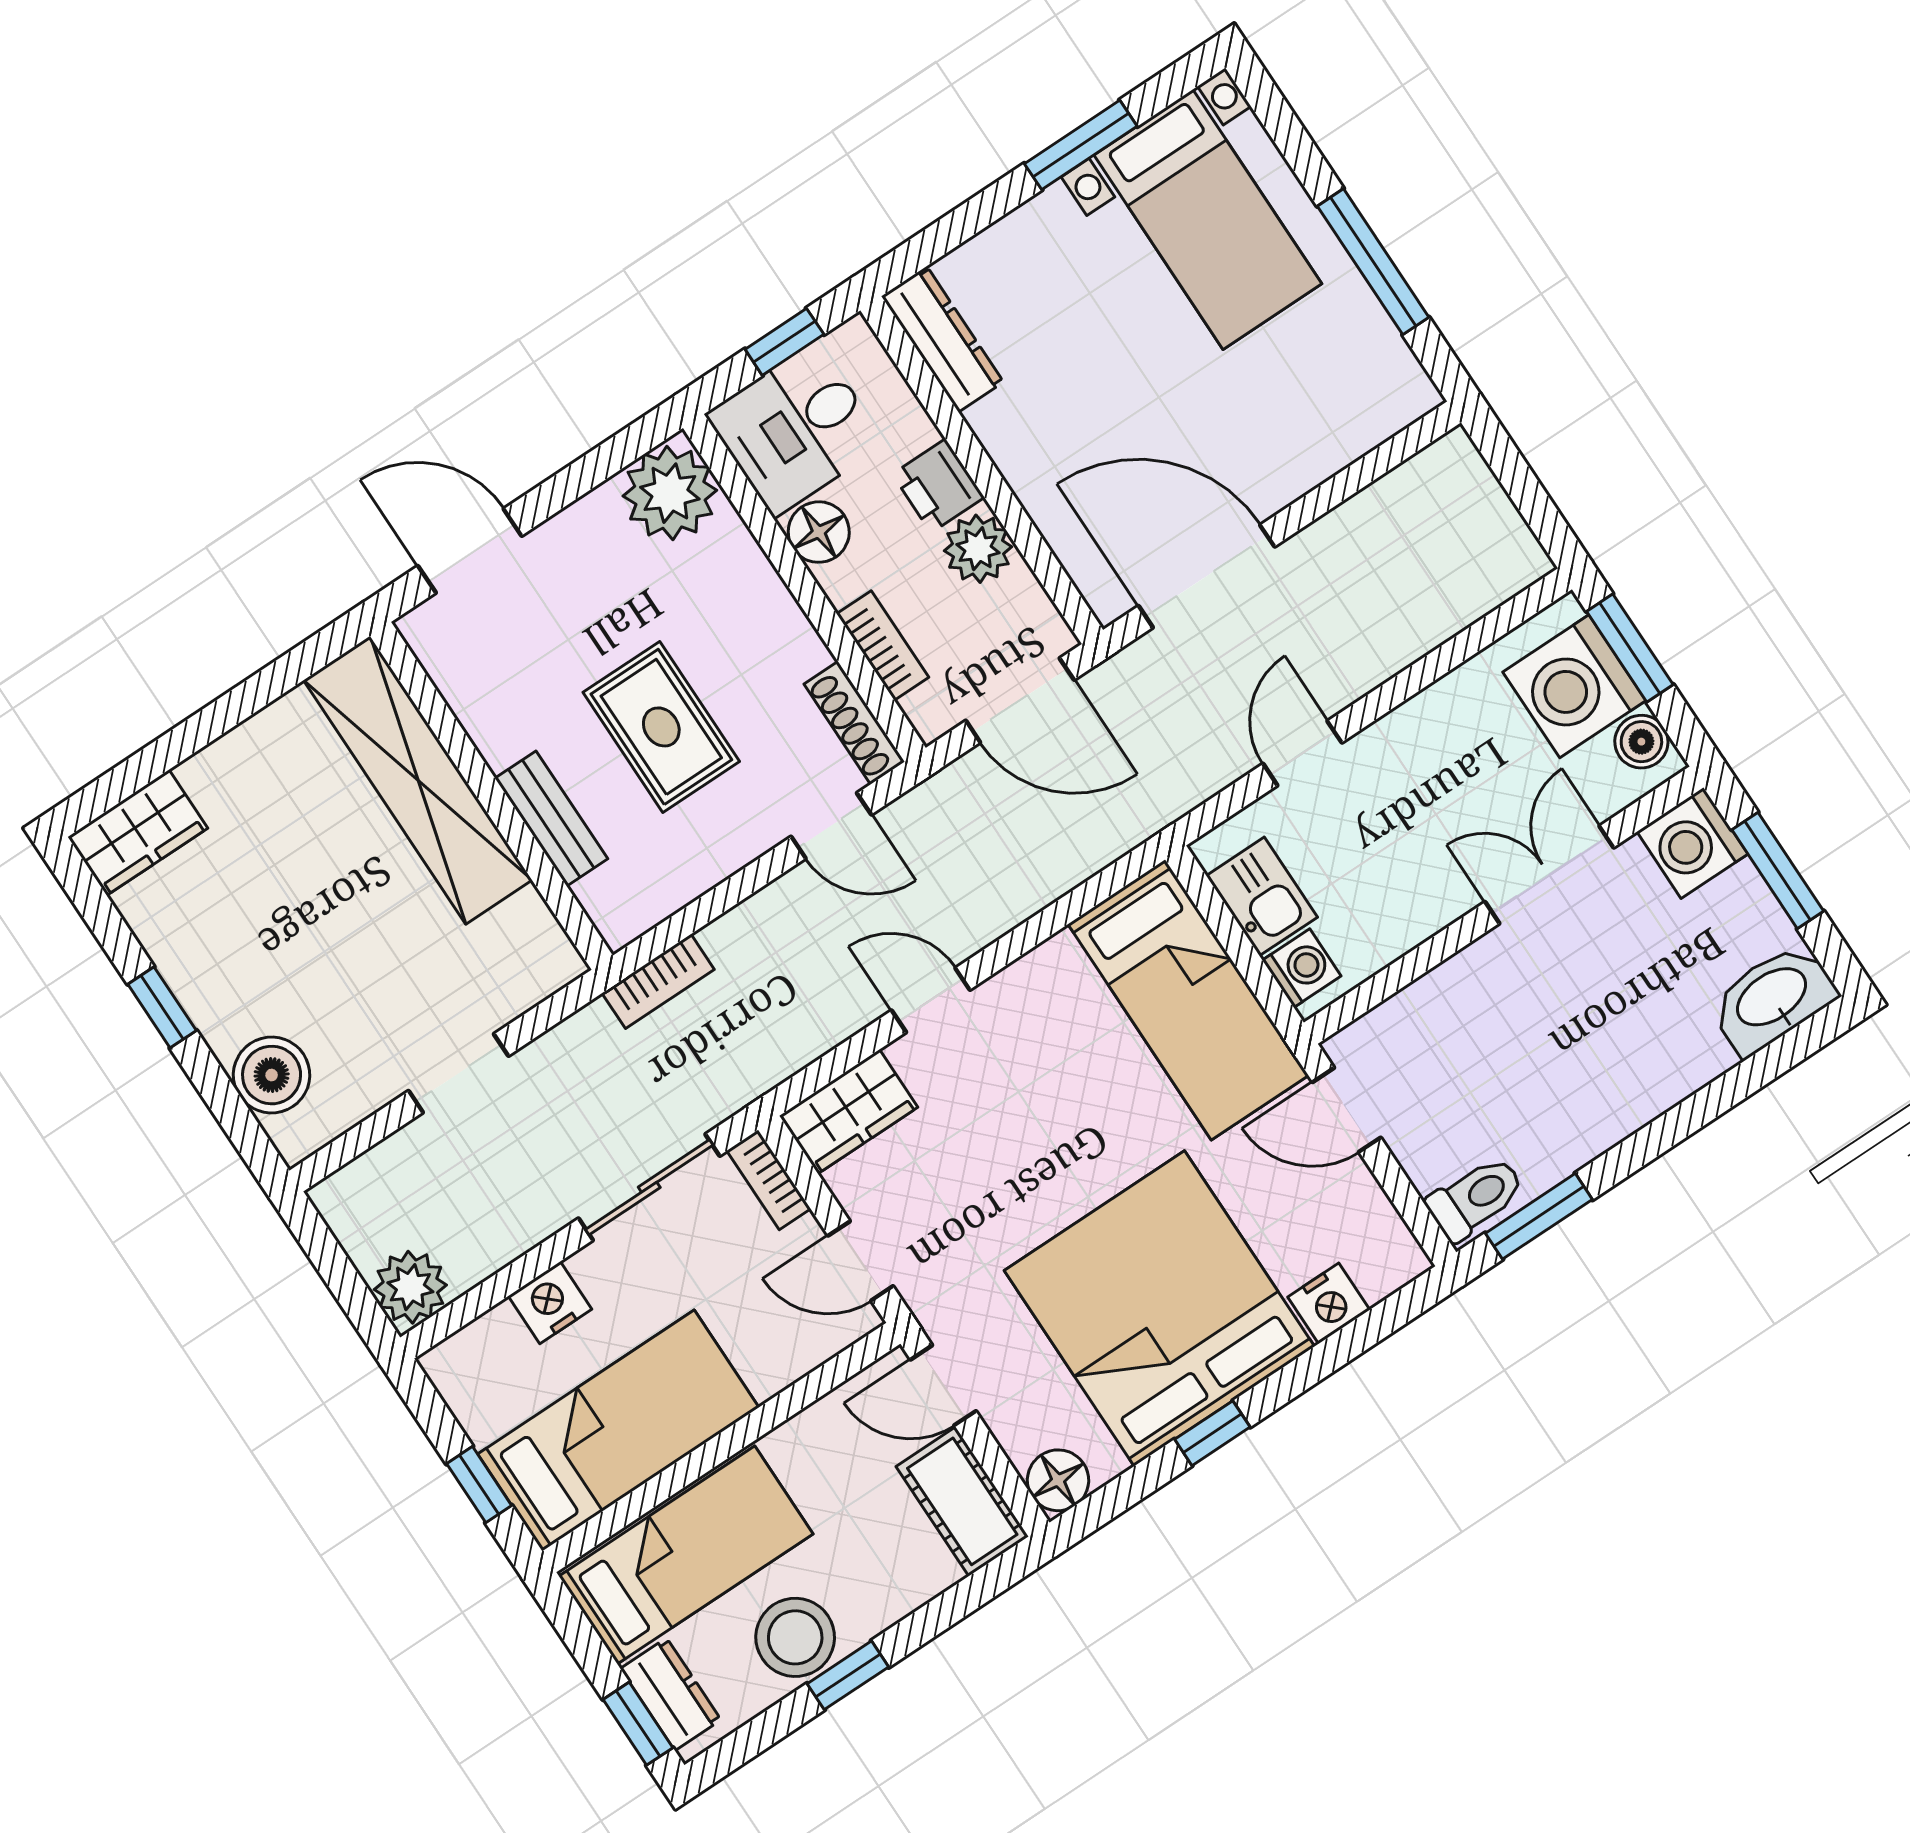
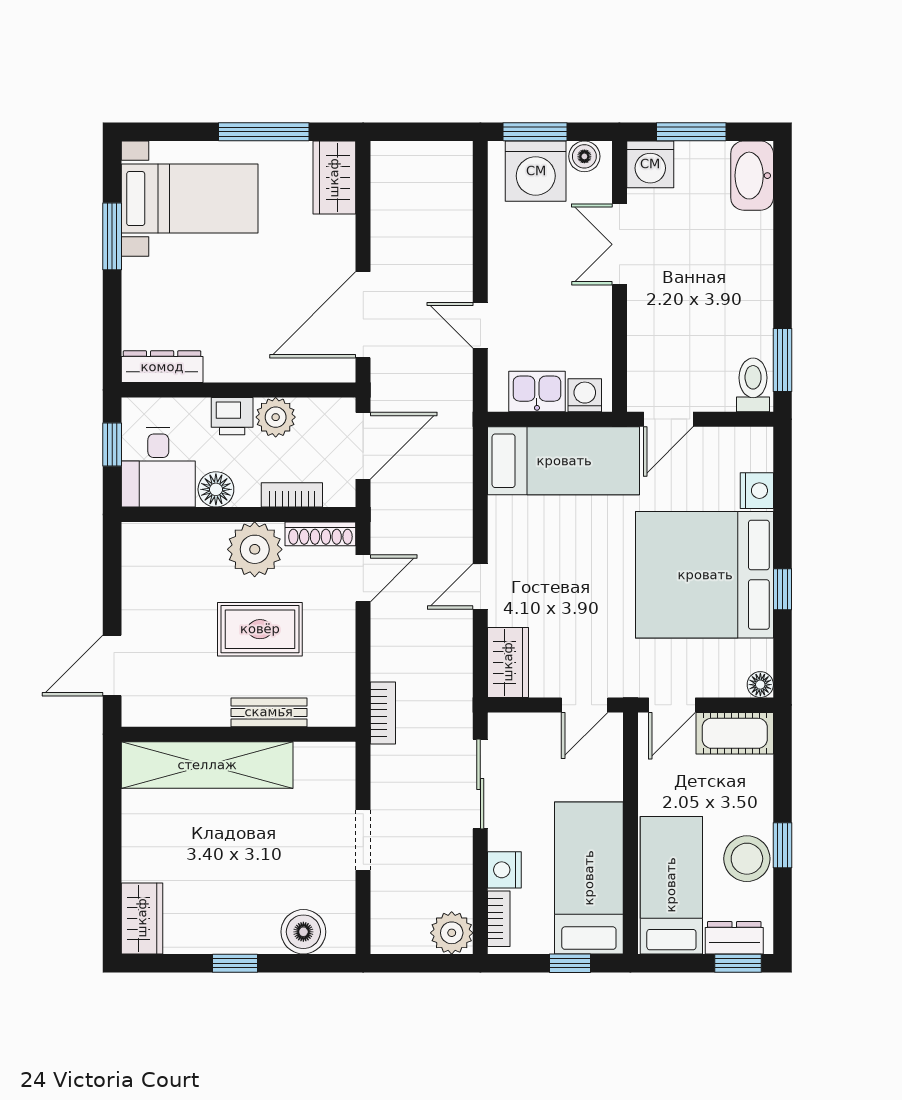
wardrobe: (1375, 406) -> (334, 178), added
plant: (670, 493) -> (255, 549), moved
bookcase: (769, 1180) -> (499, 919), moved, turned -90
floor lamp: (1058, 1480) -> (760, 685), width x0.73, depth x0.73

